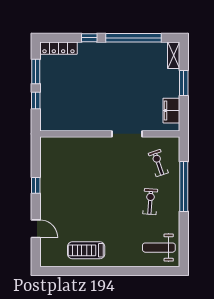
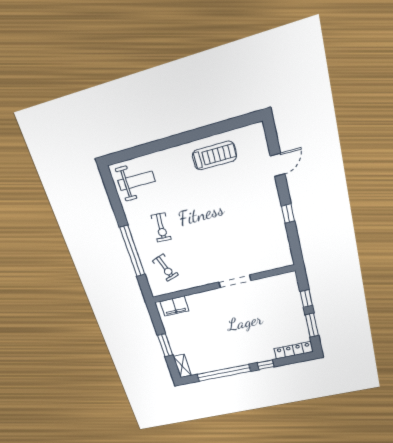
filing cabinet: (171, 111) -> (174, 306), moved, turned 90
doorway: (127, 134) -> (235, 281), moved
door: (36, 229) -> (278, 165), swing flipped

